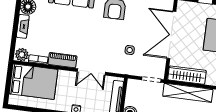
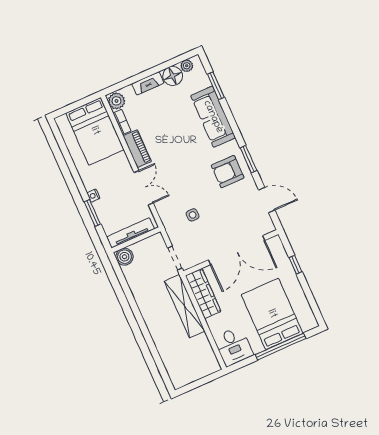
double door: (171, 35) -> (237, 250), swing flipped
double door: (91, 72) -> (144, 188), swing flipped

